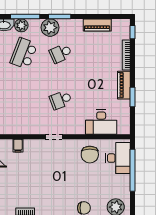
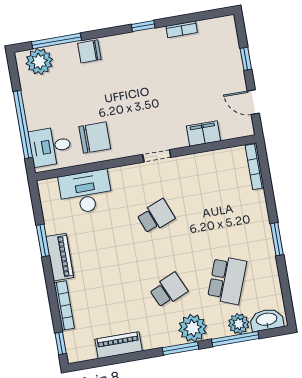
filing cabinet: (18, 146) -> (204, 134), width x2.00
chair: (90, 155) -> (95, 138), turned 90
desk: (118, 158) -> (50, 146), width x0.73

